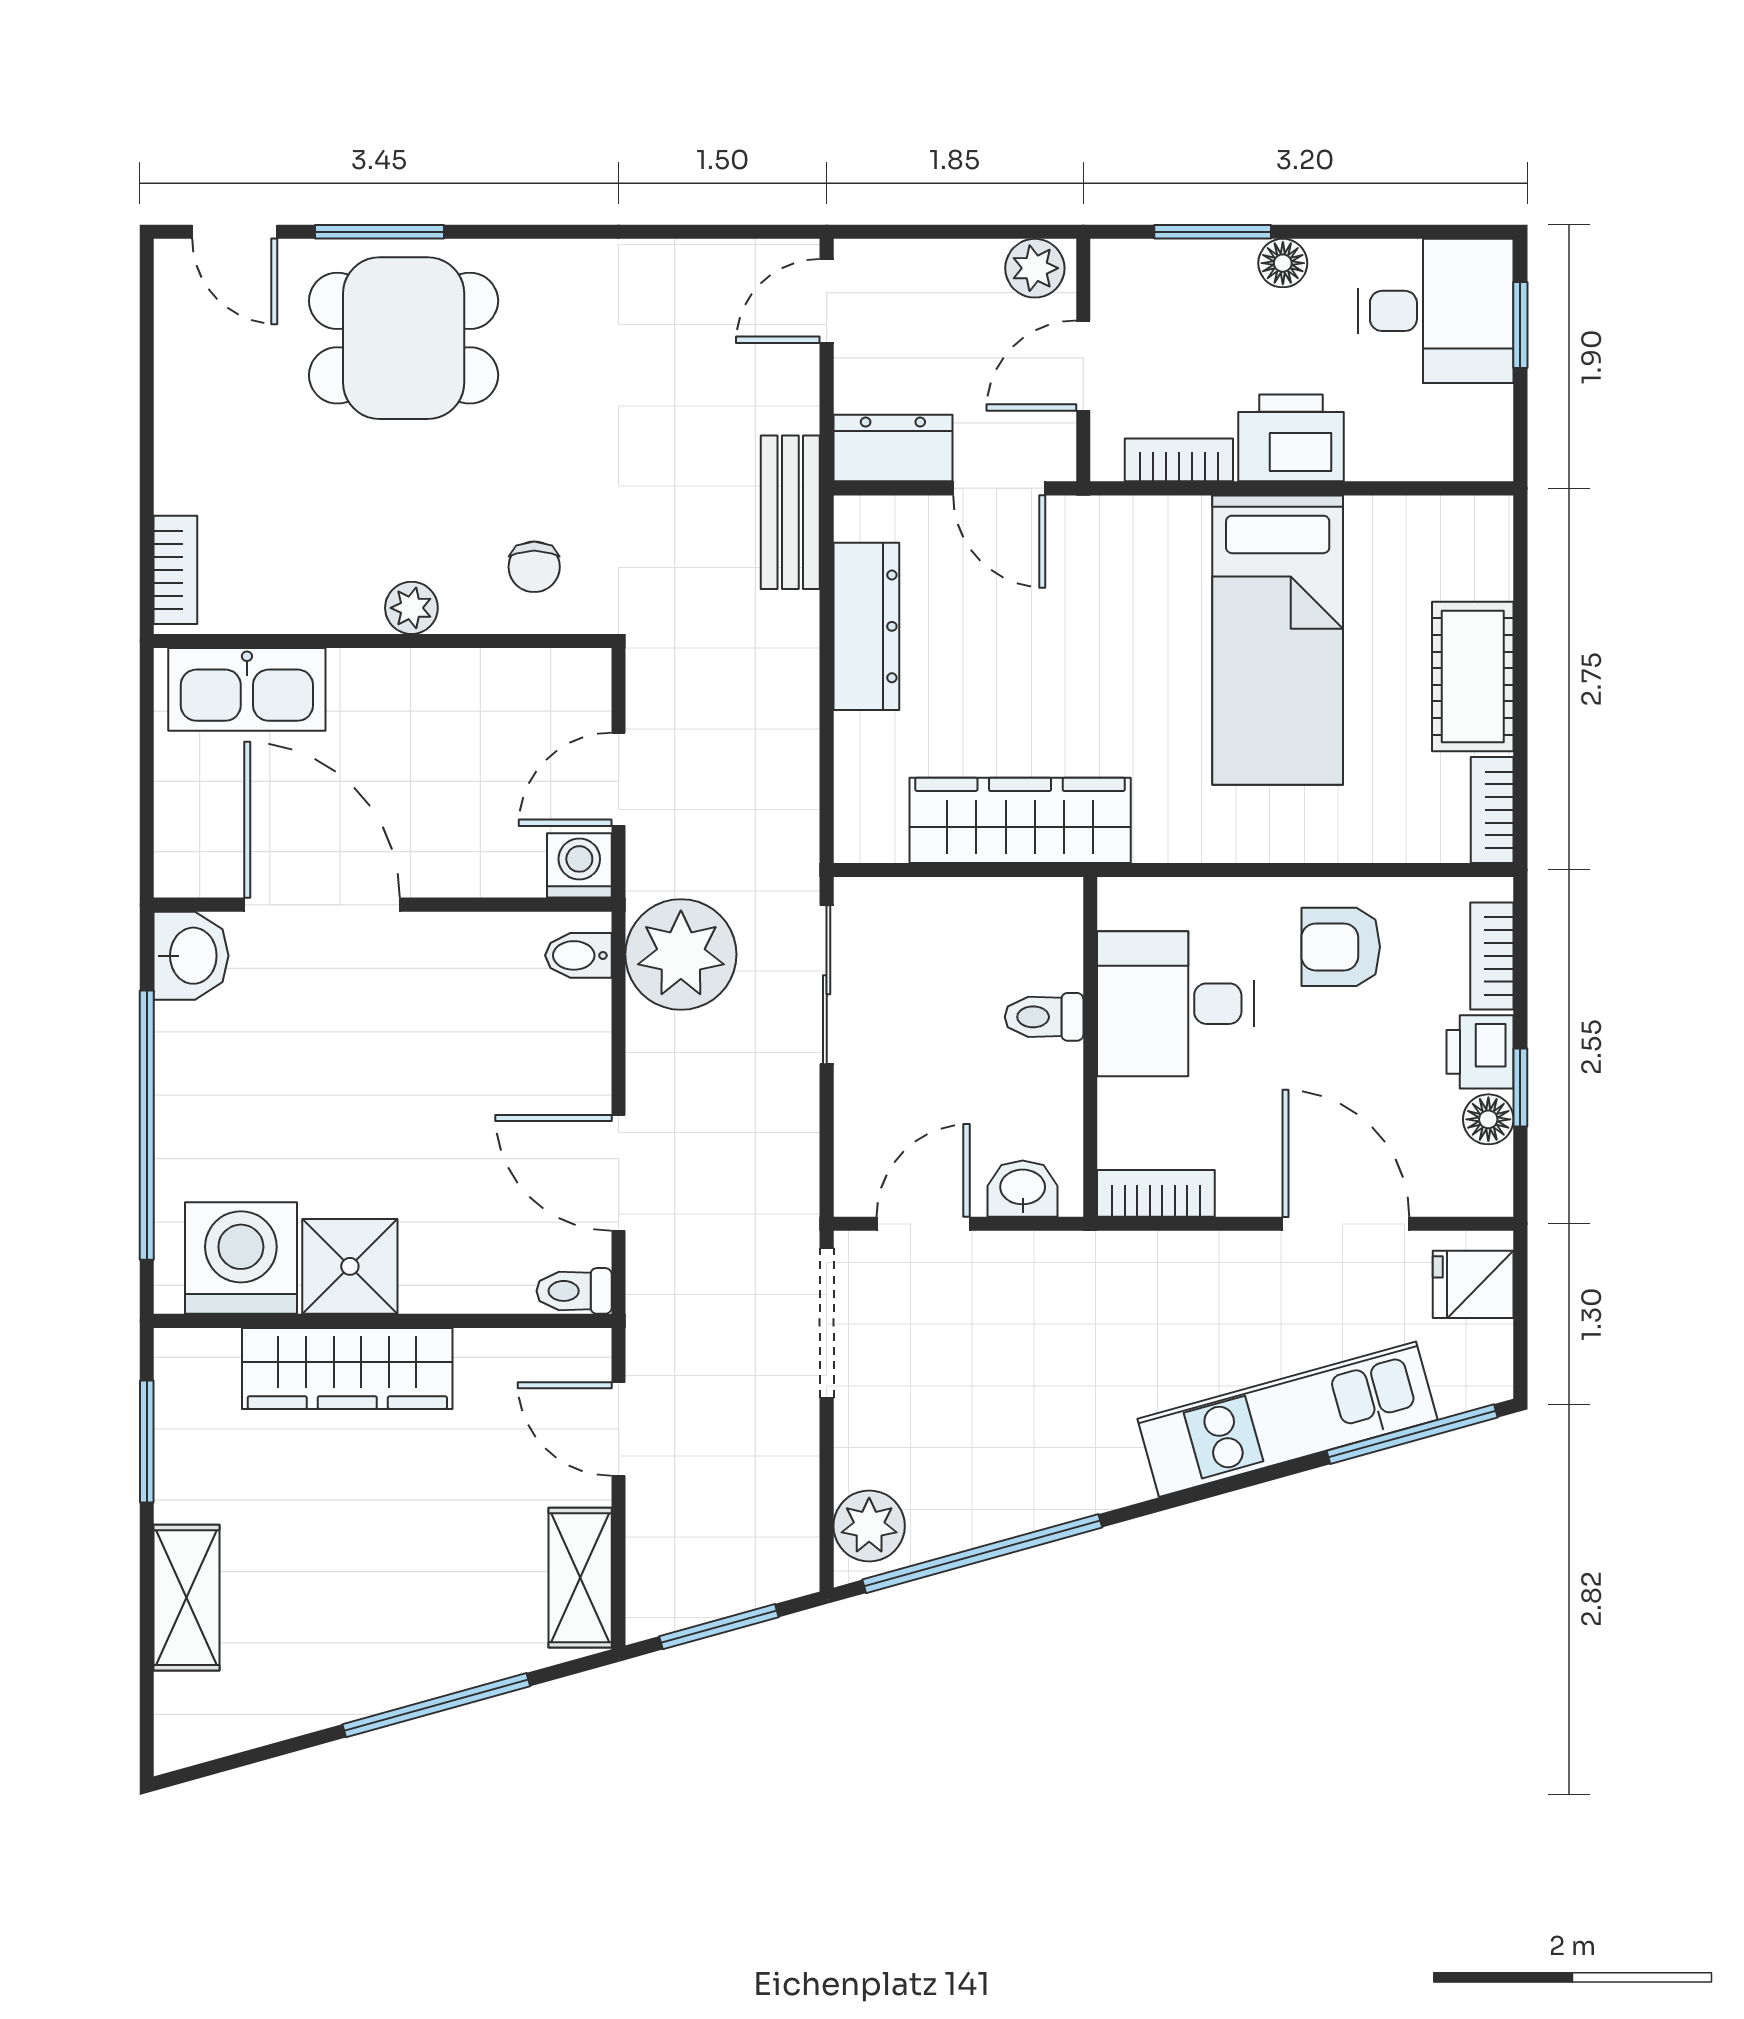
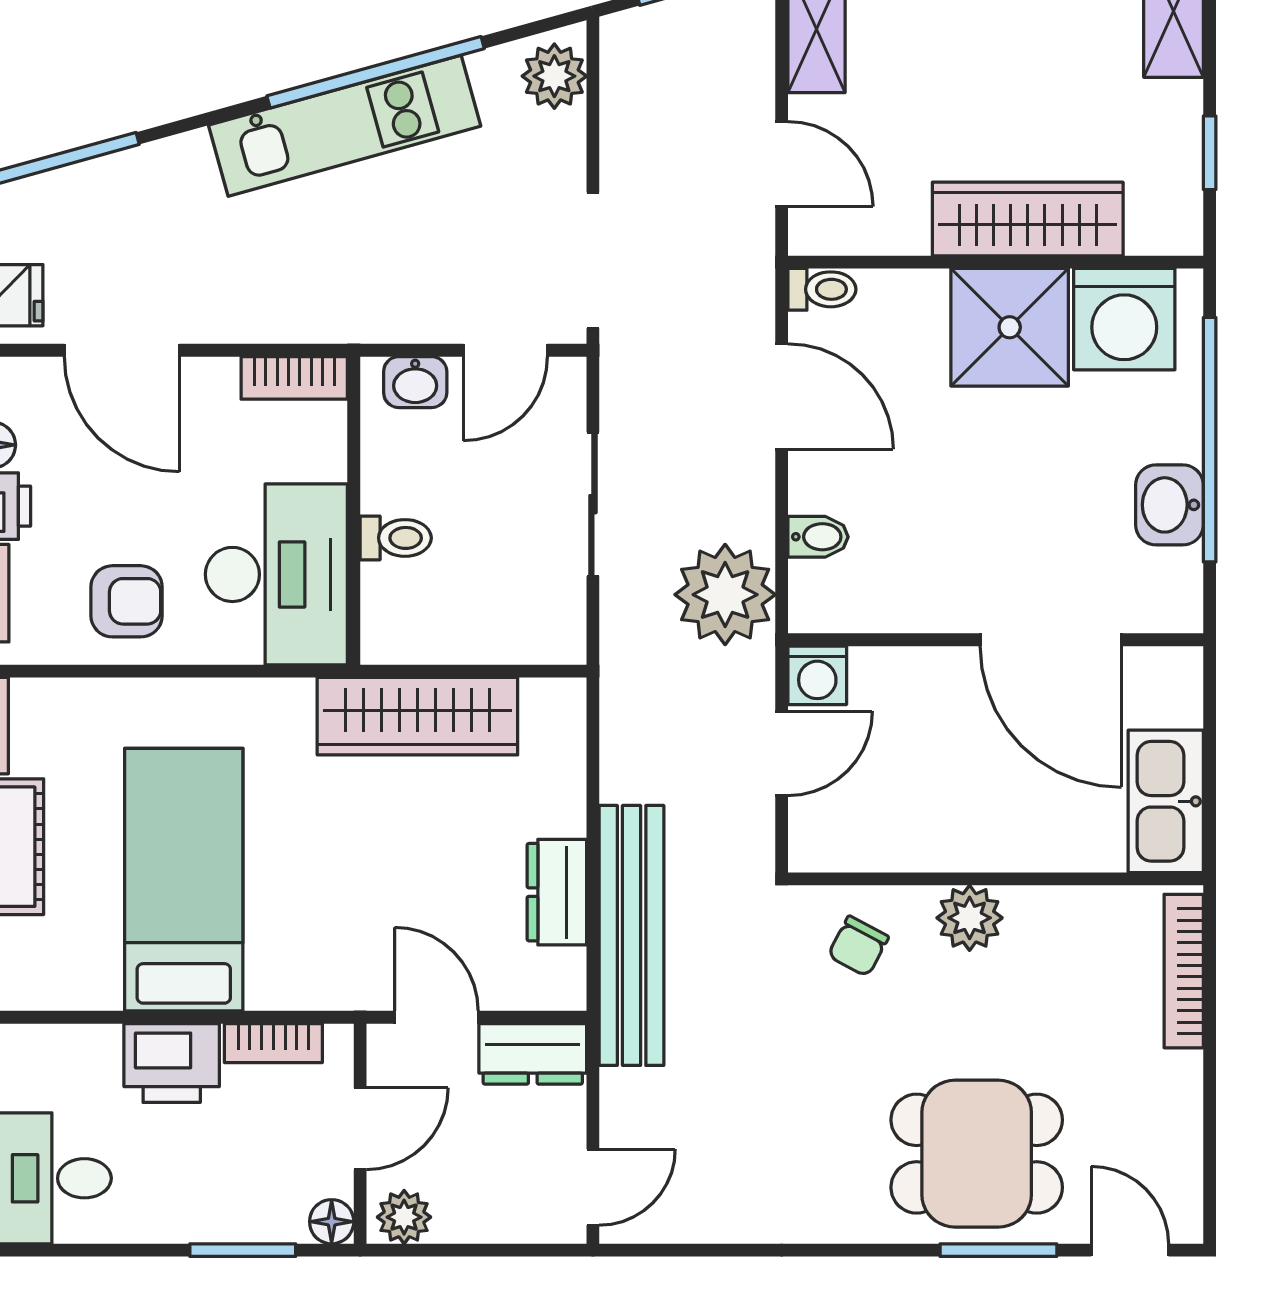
floor lamp: (1283, 263) -> (332, 1222), moved
bench: (790, 512) -> (632, 935), width x1.86, depth x1.21
chair: (534, 567) -> (858, 946), turned -152
bookcase: (175, 570) -> (1184, 971), width x1.56
plant: (411, 608) -> (970, 918), width x1.38, depth x1.38
dresser: (866, 626) -> (557, 892), width x0.70
kitchen sink: (247, 689) -> (1166, 801), moved, turned -90
bidet: (578, 955) -> (818, 537), moved
washbasin: (191, 956) -> (1169, 505), moved
sliding door: (827, 985) -> (593, 504), moved
desk: (1176, 1004) -> (276, 574), width x1.37
shower: (350, 1266) -> (1010, 327), width x1.36, depth x1.36
kitchen unit: (1288, 1419) -> (345, 126), moved
window: (147, 1441) -> (1210, 153), width x0.67
window: (982, 1554) -> (376, 72), moved

